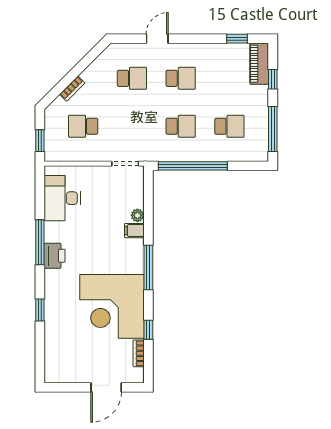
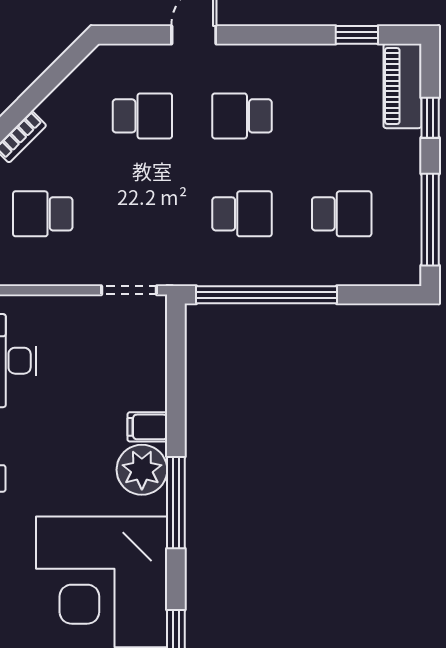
school desk: (181, 78) -> (242, 116), turned 180
plant: (137, 215) -> (142, 470), moved, width x1.87, depth x1.87

